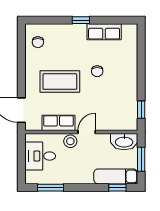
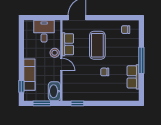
window: (81, 20) -> (141, 60), width x2.17
exam couch: (116, 176) -> (29, 75), moved
window: (51, 188) -> (21, 39), removed

